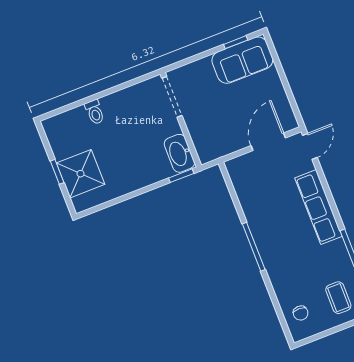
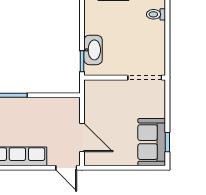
washbasin: (179, 153) -> (93, 50), moved, turned 90

